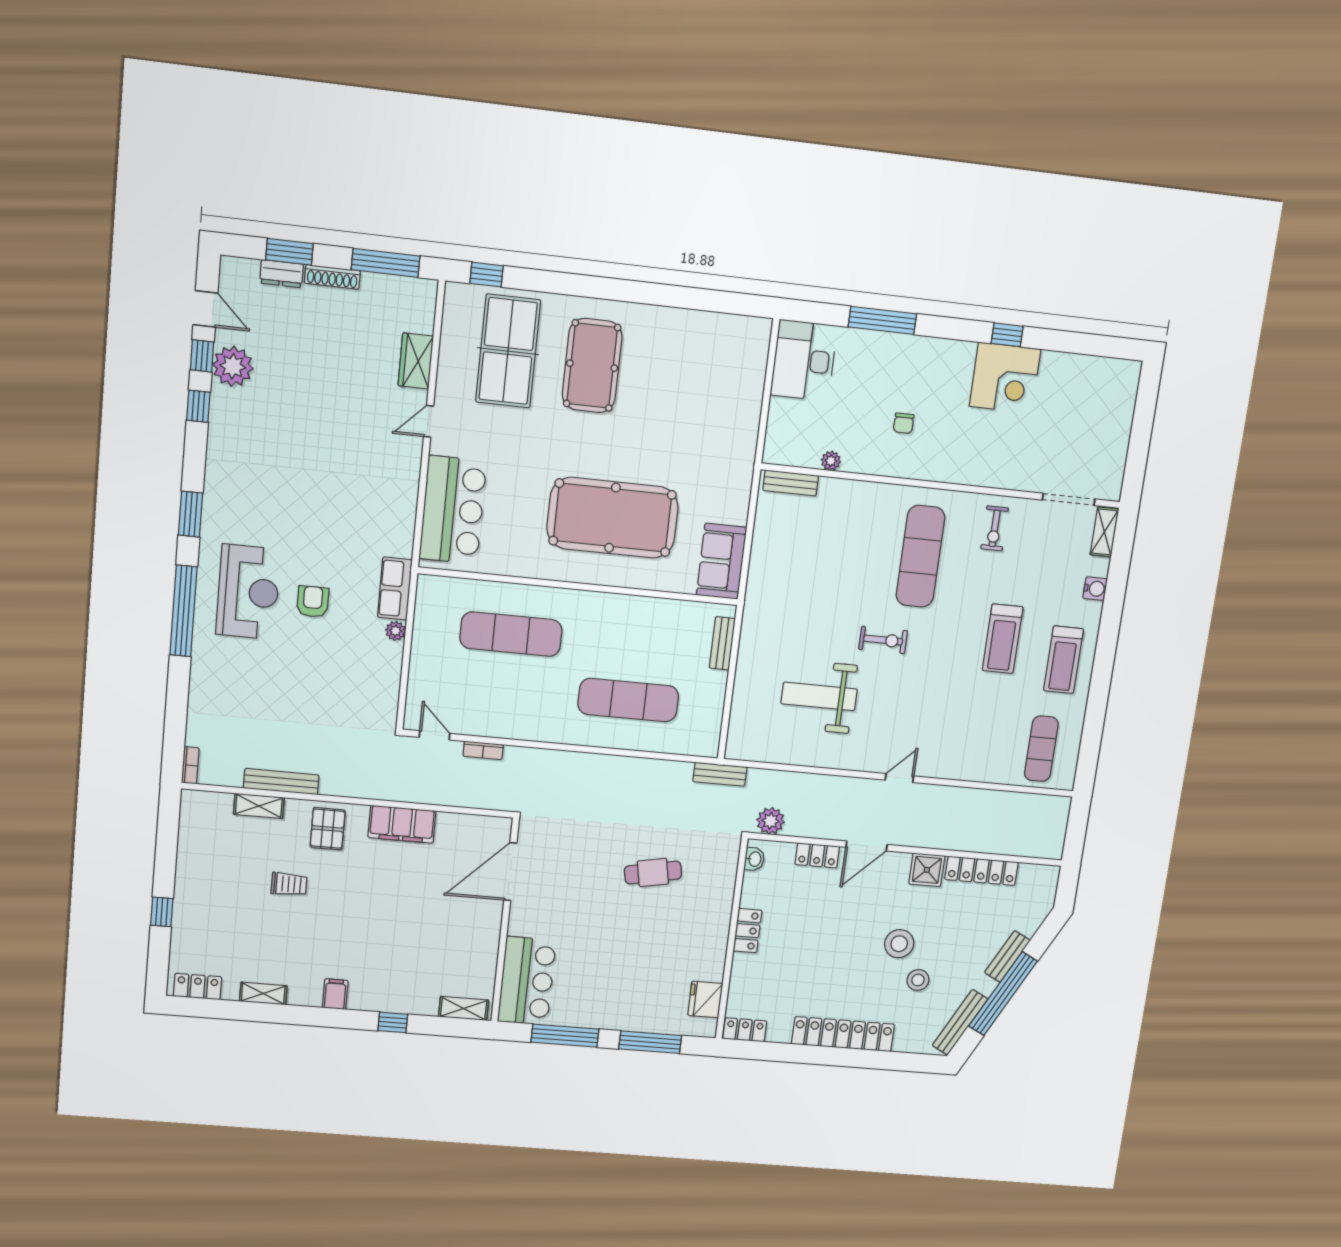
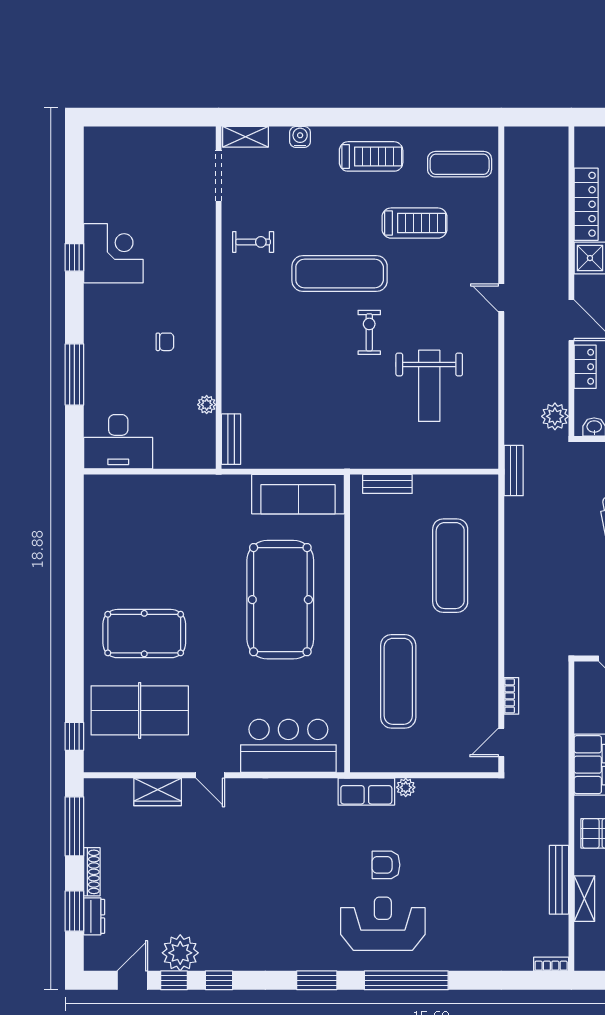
exercise mat: (920, 556) -> (340, 274), moved
sofa: (722, 561) -> (298, 494), width x1.36
treadmill: (1003, 639) -> (414, 223), moved

